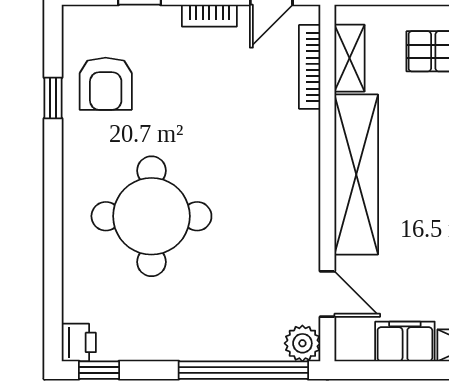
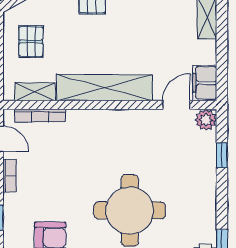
filing cabinet: (405, 341) -> (205, 83), moved
window: (243, 370) -> (222, 155), width x0.32

